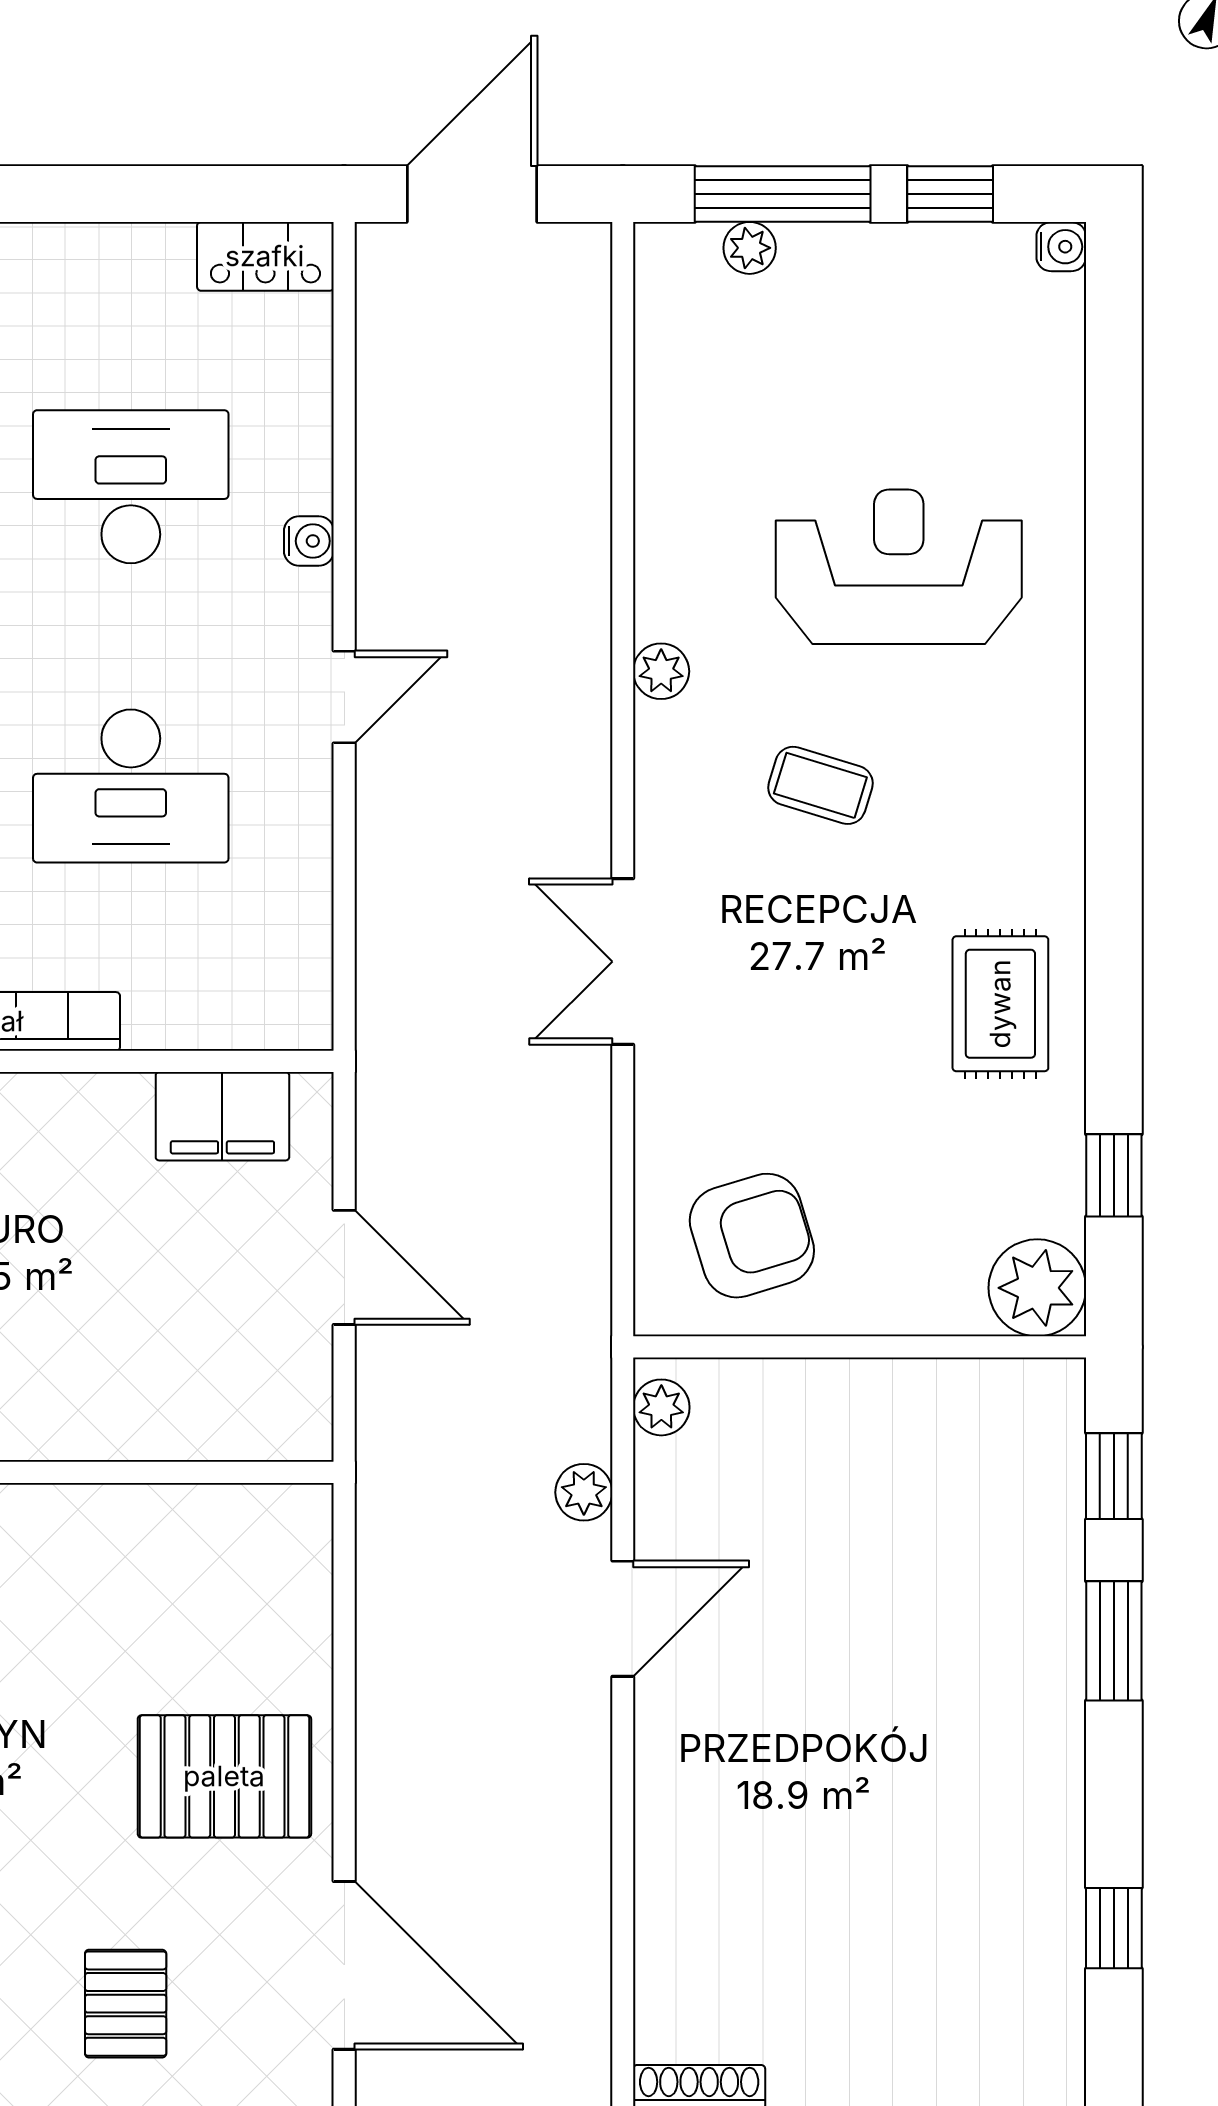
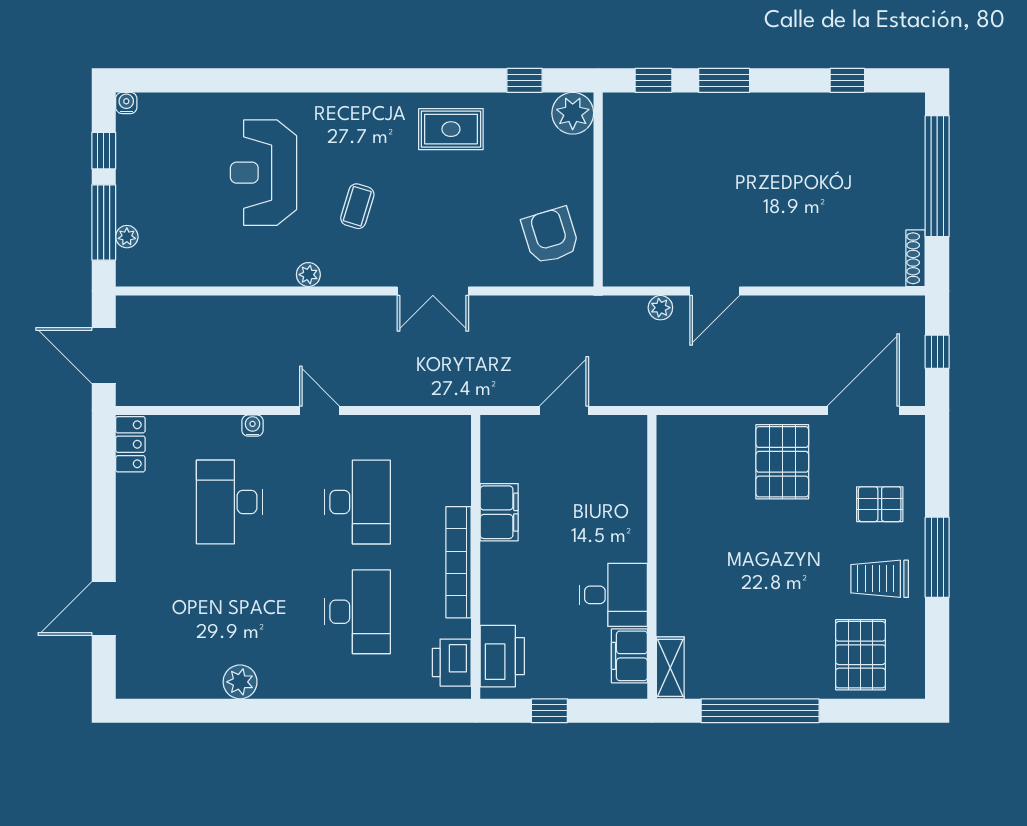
filing cabinet: (222, 1116) -> (499, 512), moved
plant: (661, 1407) -> (624, 274), removed
door: (623, 1619) -> (715, 291), swing flipped

